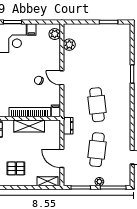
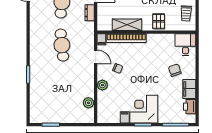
plant: (55, 34) -> (102, 85), moved
door: (62, 78) -> (96, 57), moved
dresser: (68, 126) -> (90, 13), moved

